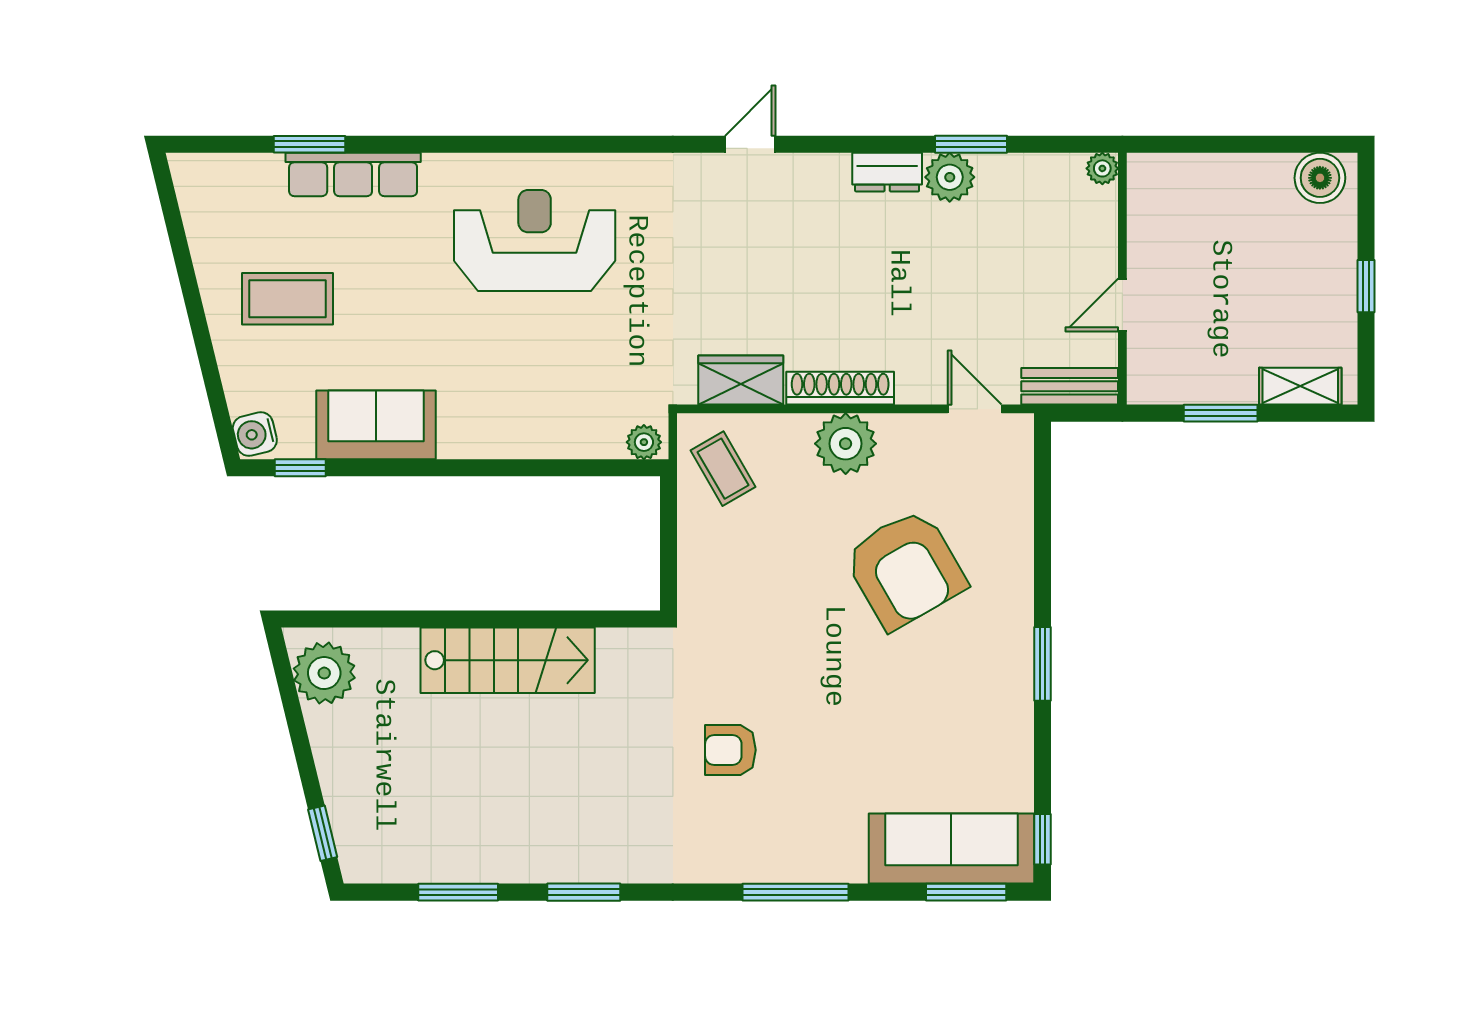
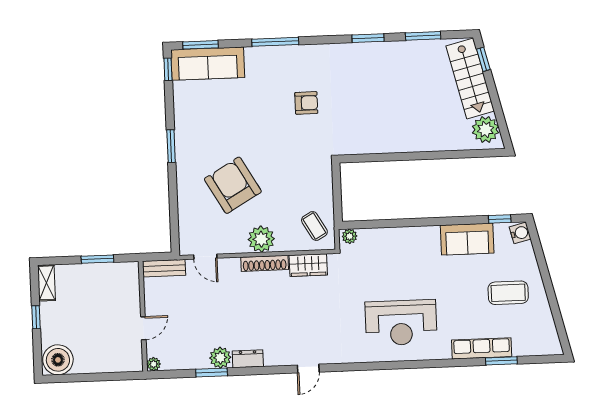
boiler: (1320, 178) -> (58, 360), width x1.37, depth x1.37
door: (1122, 305) -> (143, 328), moved
shelving: (1300, 386) -> (46, 283), moved, turned 90
stairs: (508, 660) -> (470, 79), moved, turned -104

